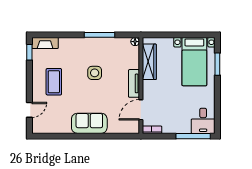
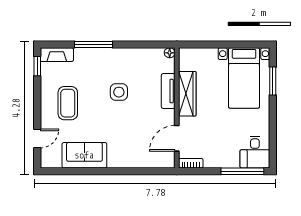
window: (99, 35) -> (94, 44), moved
wardrobe: (149, 62) -> (187, 94), moved
tv unit: (134, 83) -> (168, 91), moved
sofa: (89, 123) -> (84, 155), moved

